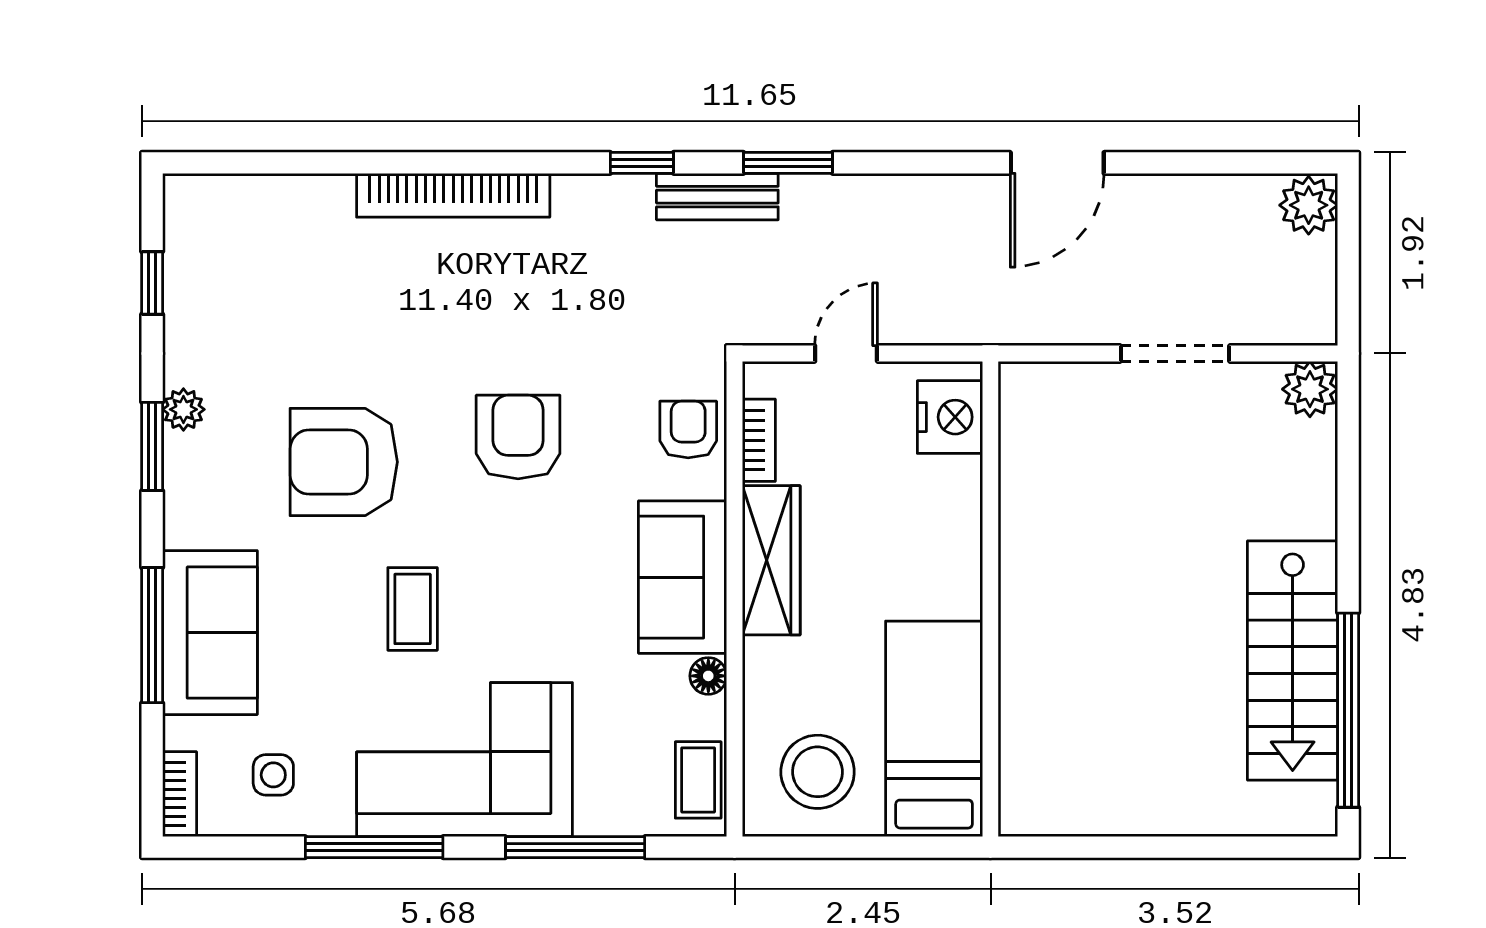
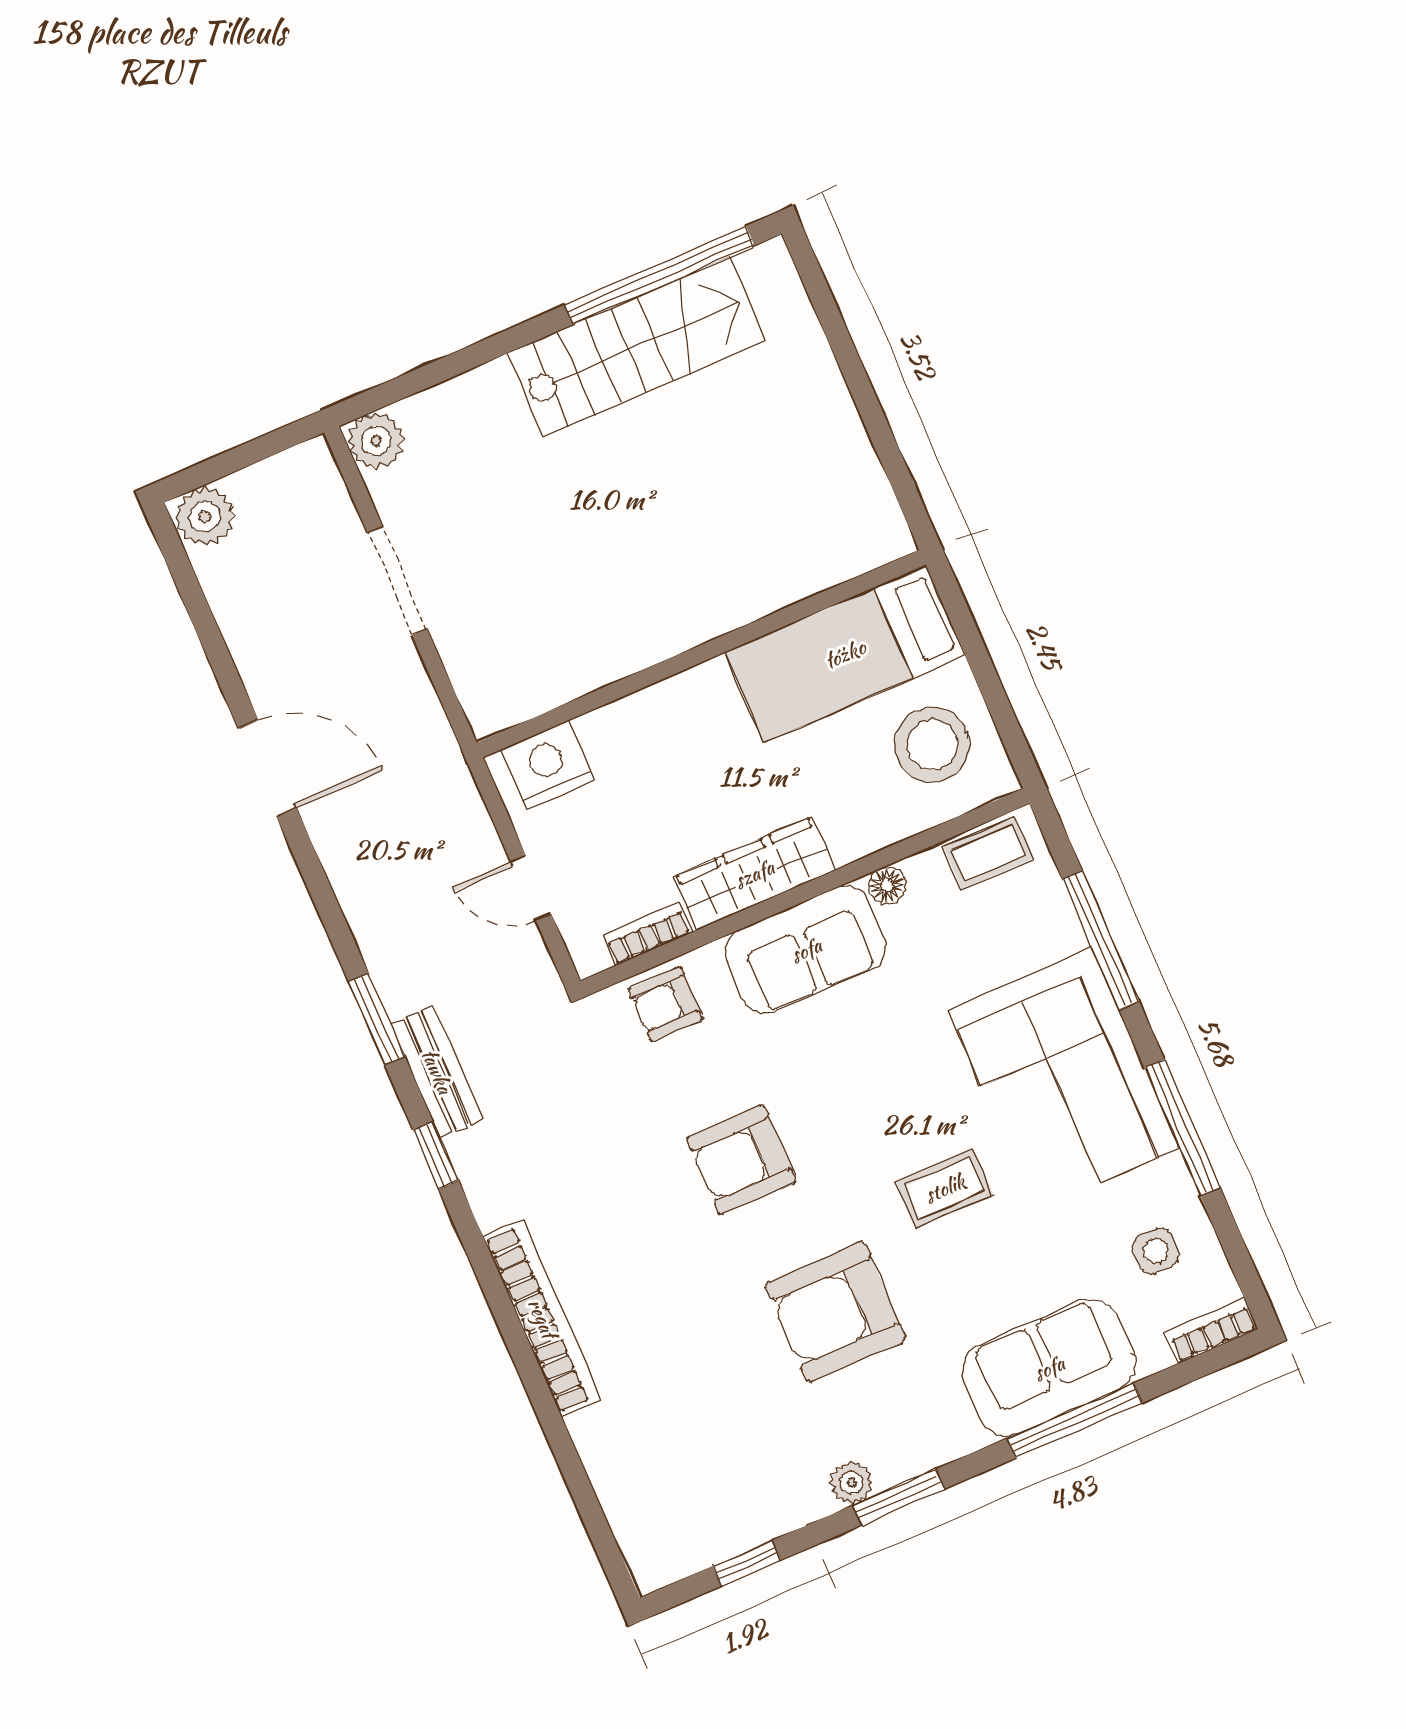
armchair: (344, 462) -> (836, 1312), turned 90

